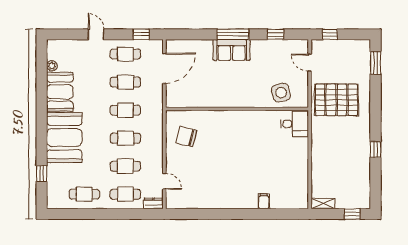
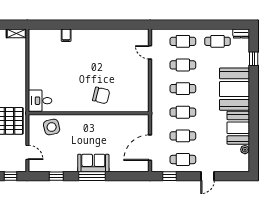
door: (96, 34) -> (208, 176), hinge flipped
chair: (186, 136) -> (101, 95), moved
dresser: (153, 203) -> (241, 34), moved

